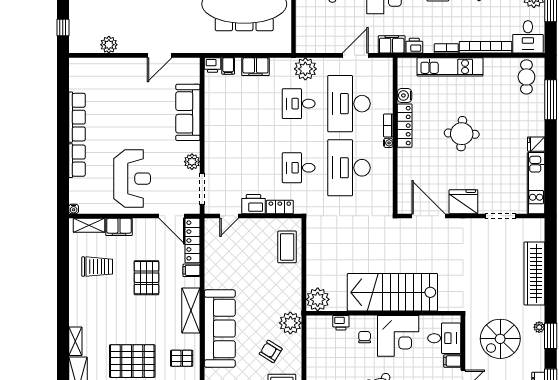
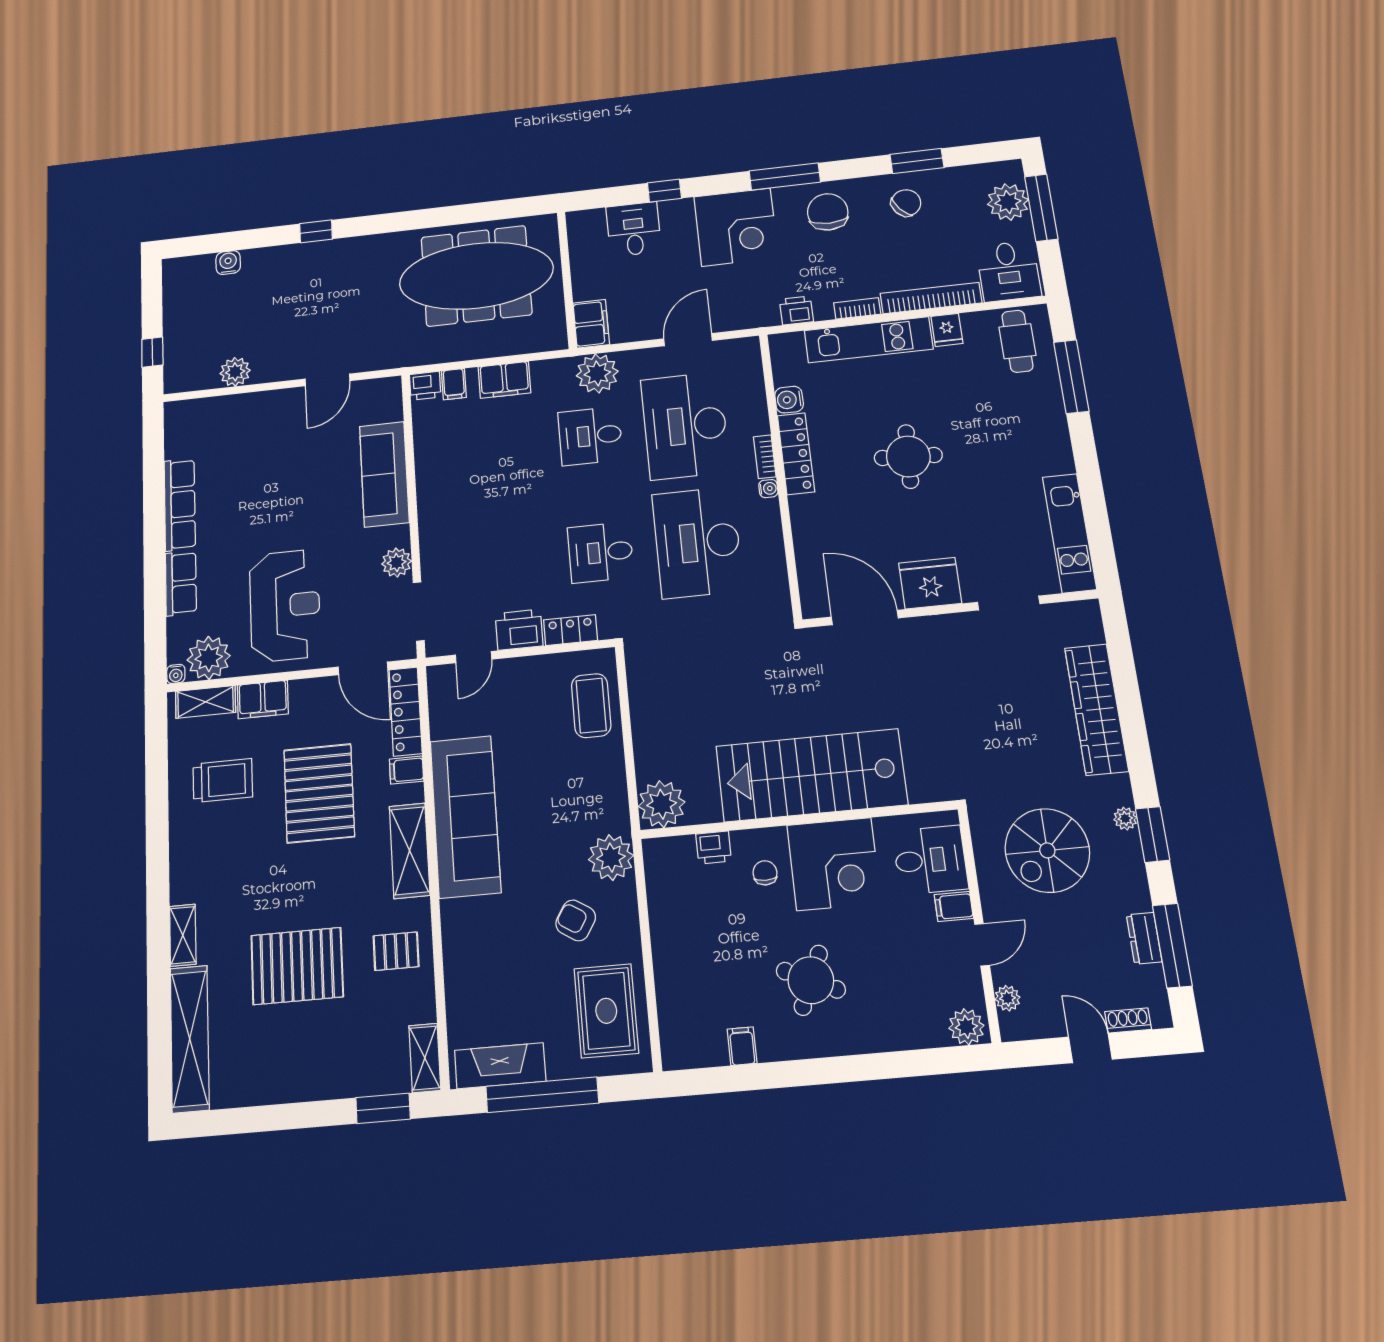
filing cabinet: (392, 44) -> (591, 324), moved, turned 90
fridge: (536, 144) -> (947, 330), moved, turned -90
plant: (91, 202) -> (209, 658), added
pallet: (146, 278) -> (319, 793), width x1.37, depth x1.41
sofa: (220, 329) -> (465, 816), moved

